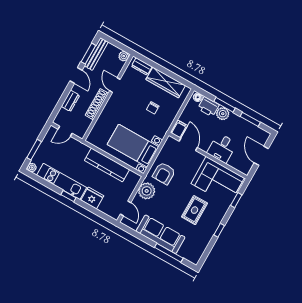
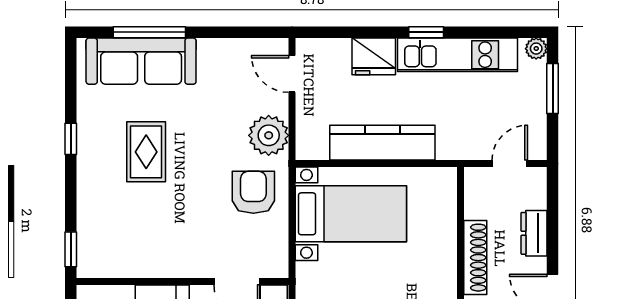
corner sofa: (218, 181) -> (133, 241), removed
window: (236, 200) -> (71, 249), moved
sofa: (161, 234) -> (141, 61), moved

